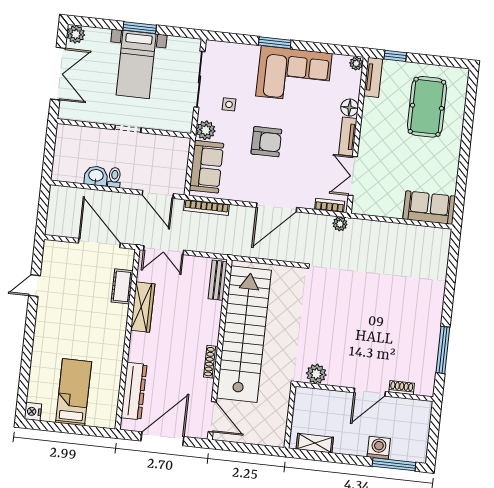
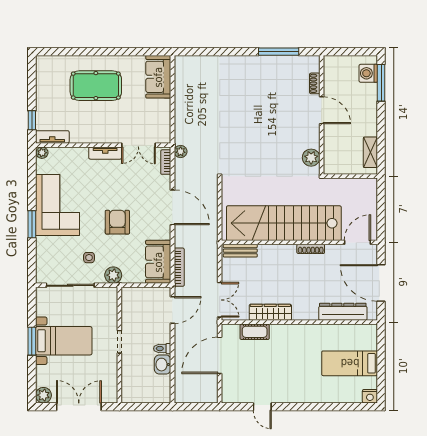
pool table: (427, 107) -> (96, 86), moved
floor lamp: (350, 108) -> (80, 154), removed
sofa: (206, 167) -> (158, 262), moved, turned -90
washing machine: (379, 448) -> (368, 73), moved

